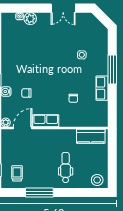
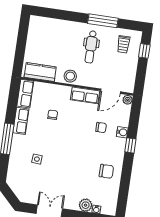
chair: (16, 53) -> (106, 171), added
row of seats: (102, 114) -> (25, 94), added
dental chair: (66, 168) -> (91, 47), moved
stool: (97, 180) -> (70, 76), moved

